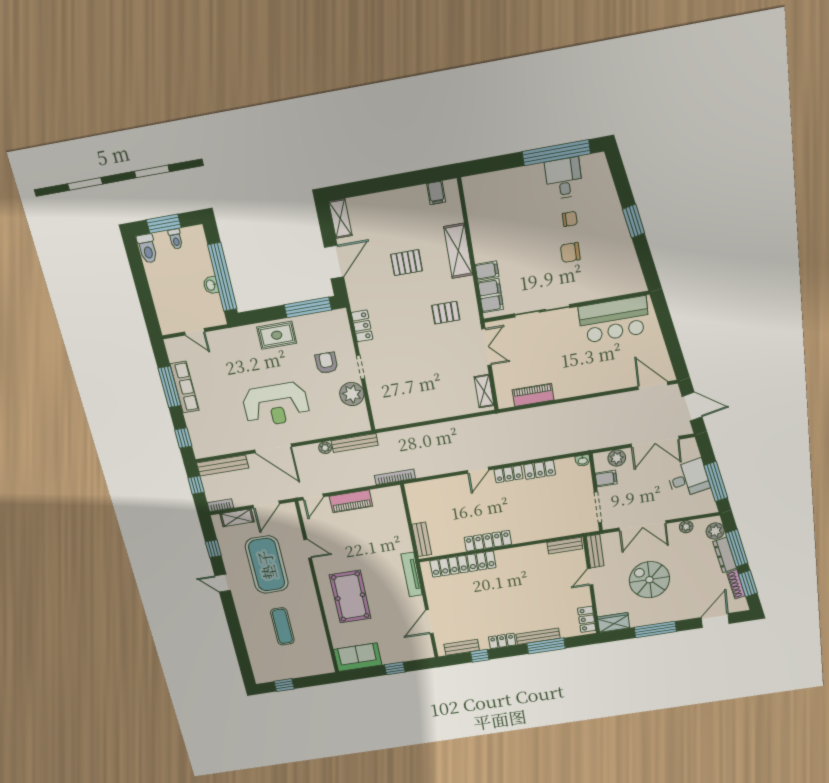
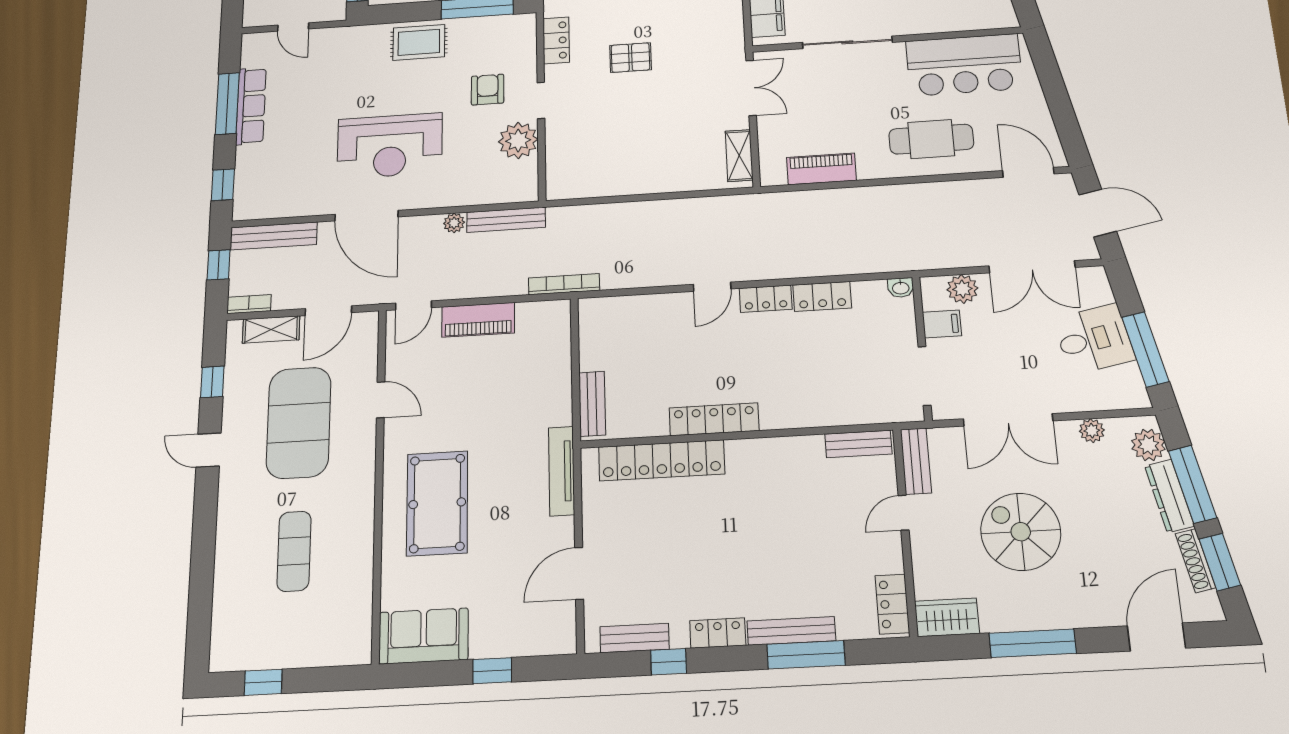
pallet: (446, 313) -> (630, 58), moved
cafe table: (596, 370) -> (931, 139), added

